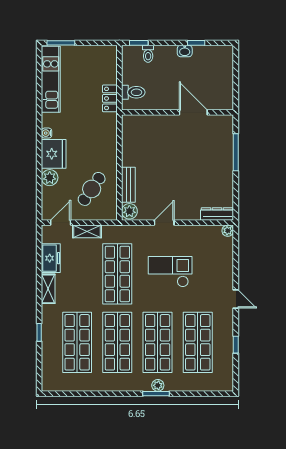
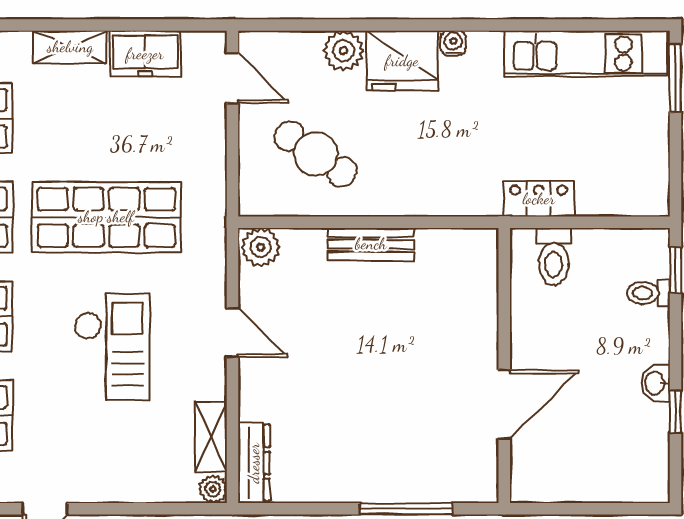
bench: (128, 185) -> (371, 244), moved
shelving: (87, 231) -> (211, 437), moved

